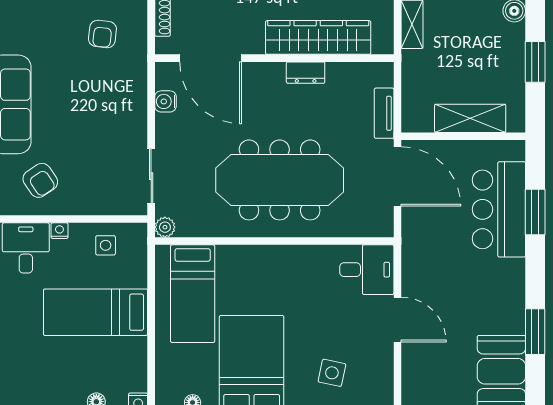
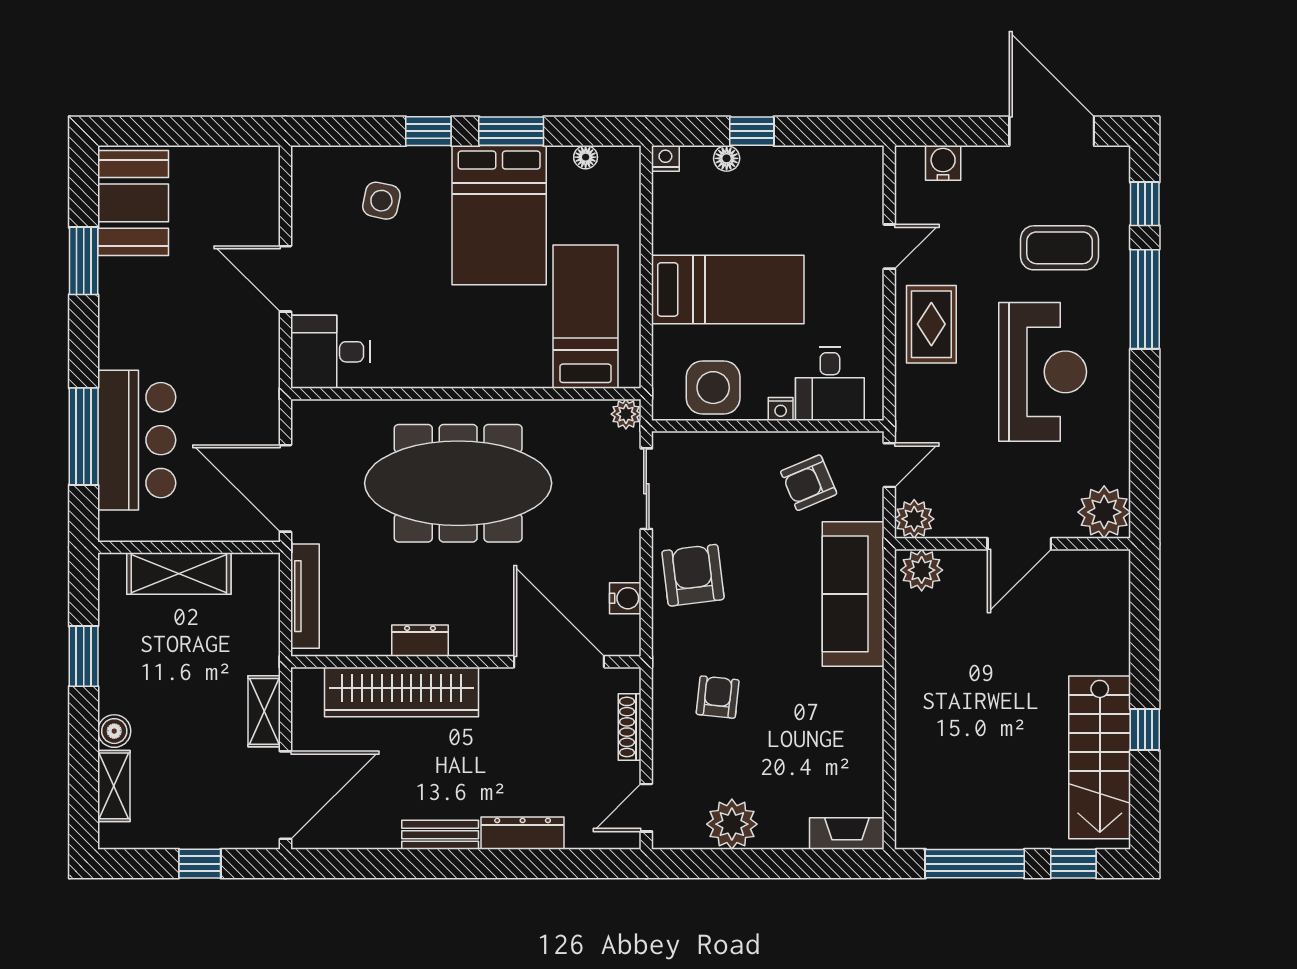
tv unit: (384, 113) -> (305, 596), width x1.41
armchair: (119, 117) -> (693, 575), added
armchair: (40, 180) -> (809, 483), turned -79
window: (535, 212) -> (84, 436), width x1.44
side table: (106, 245) -> (713, 388), width x1.87, depth x1.87

